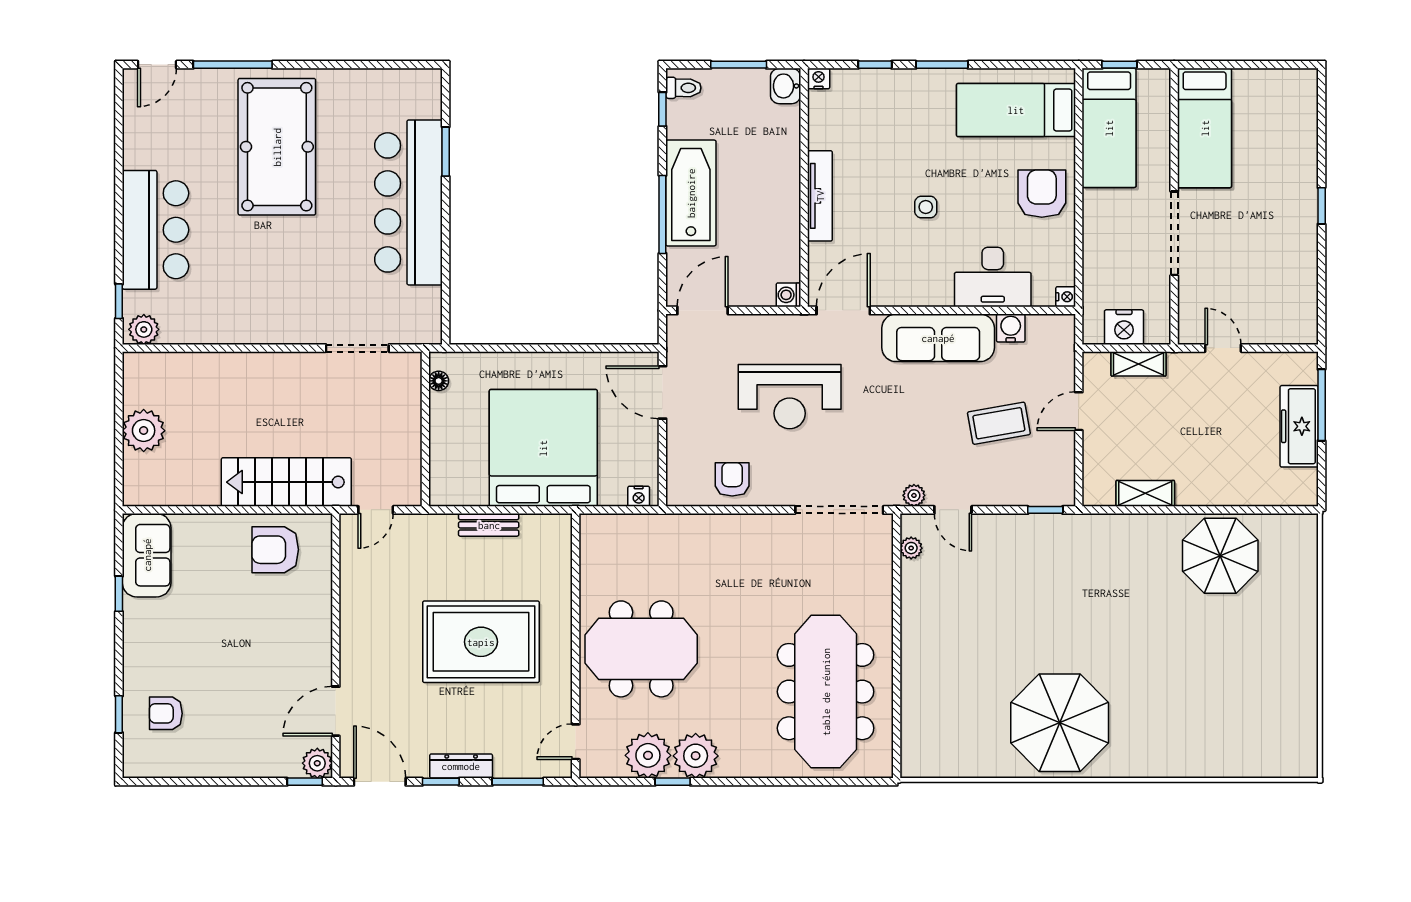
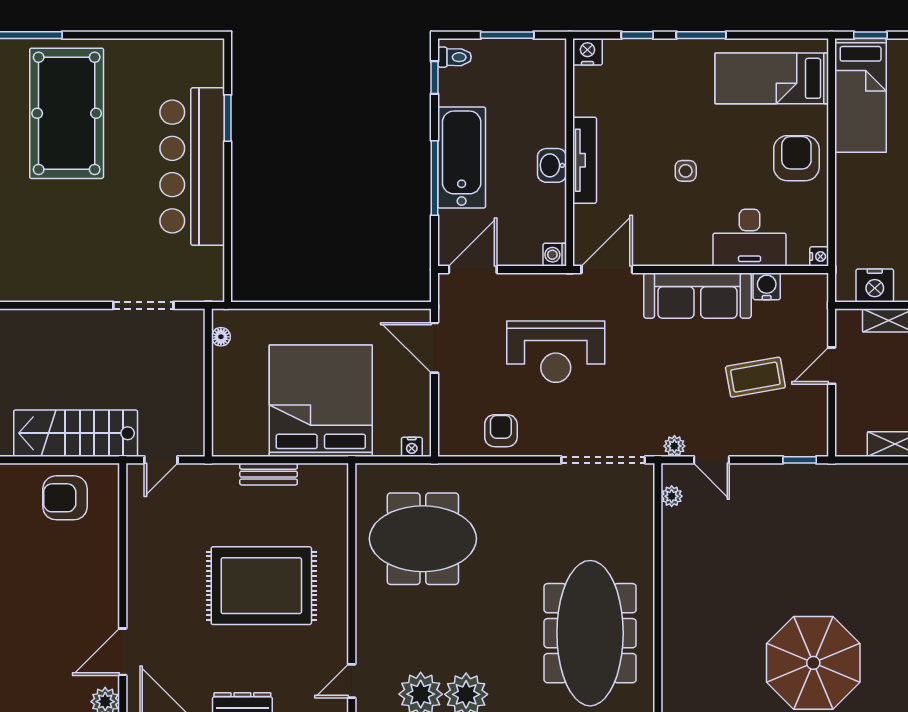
nightstand: (819, 79) -> (587, 52), width x1.39, depth x1.35
washbasin: (786, 86) -> (552, 165), moved
meeting table: (641, 649) -> (423, 539), moved

